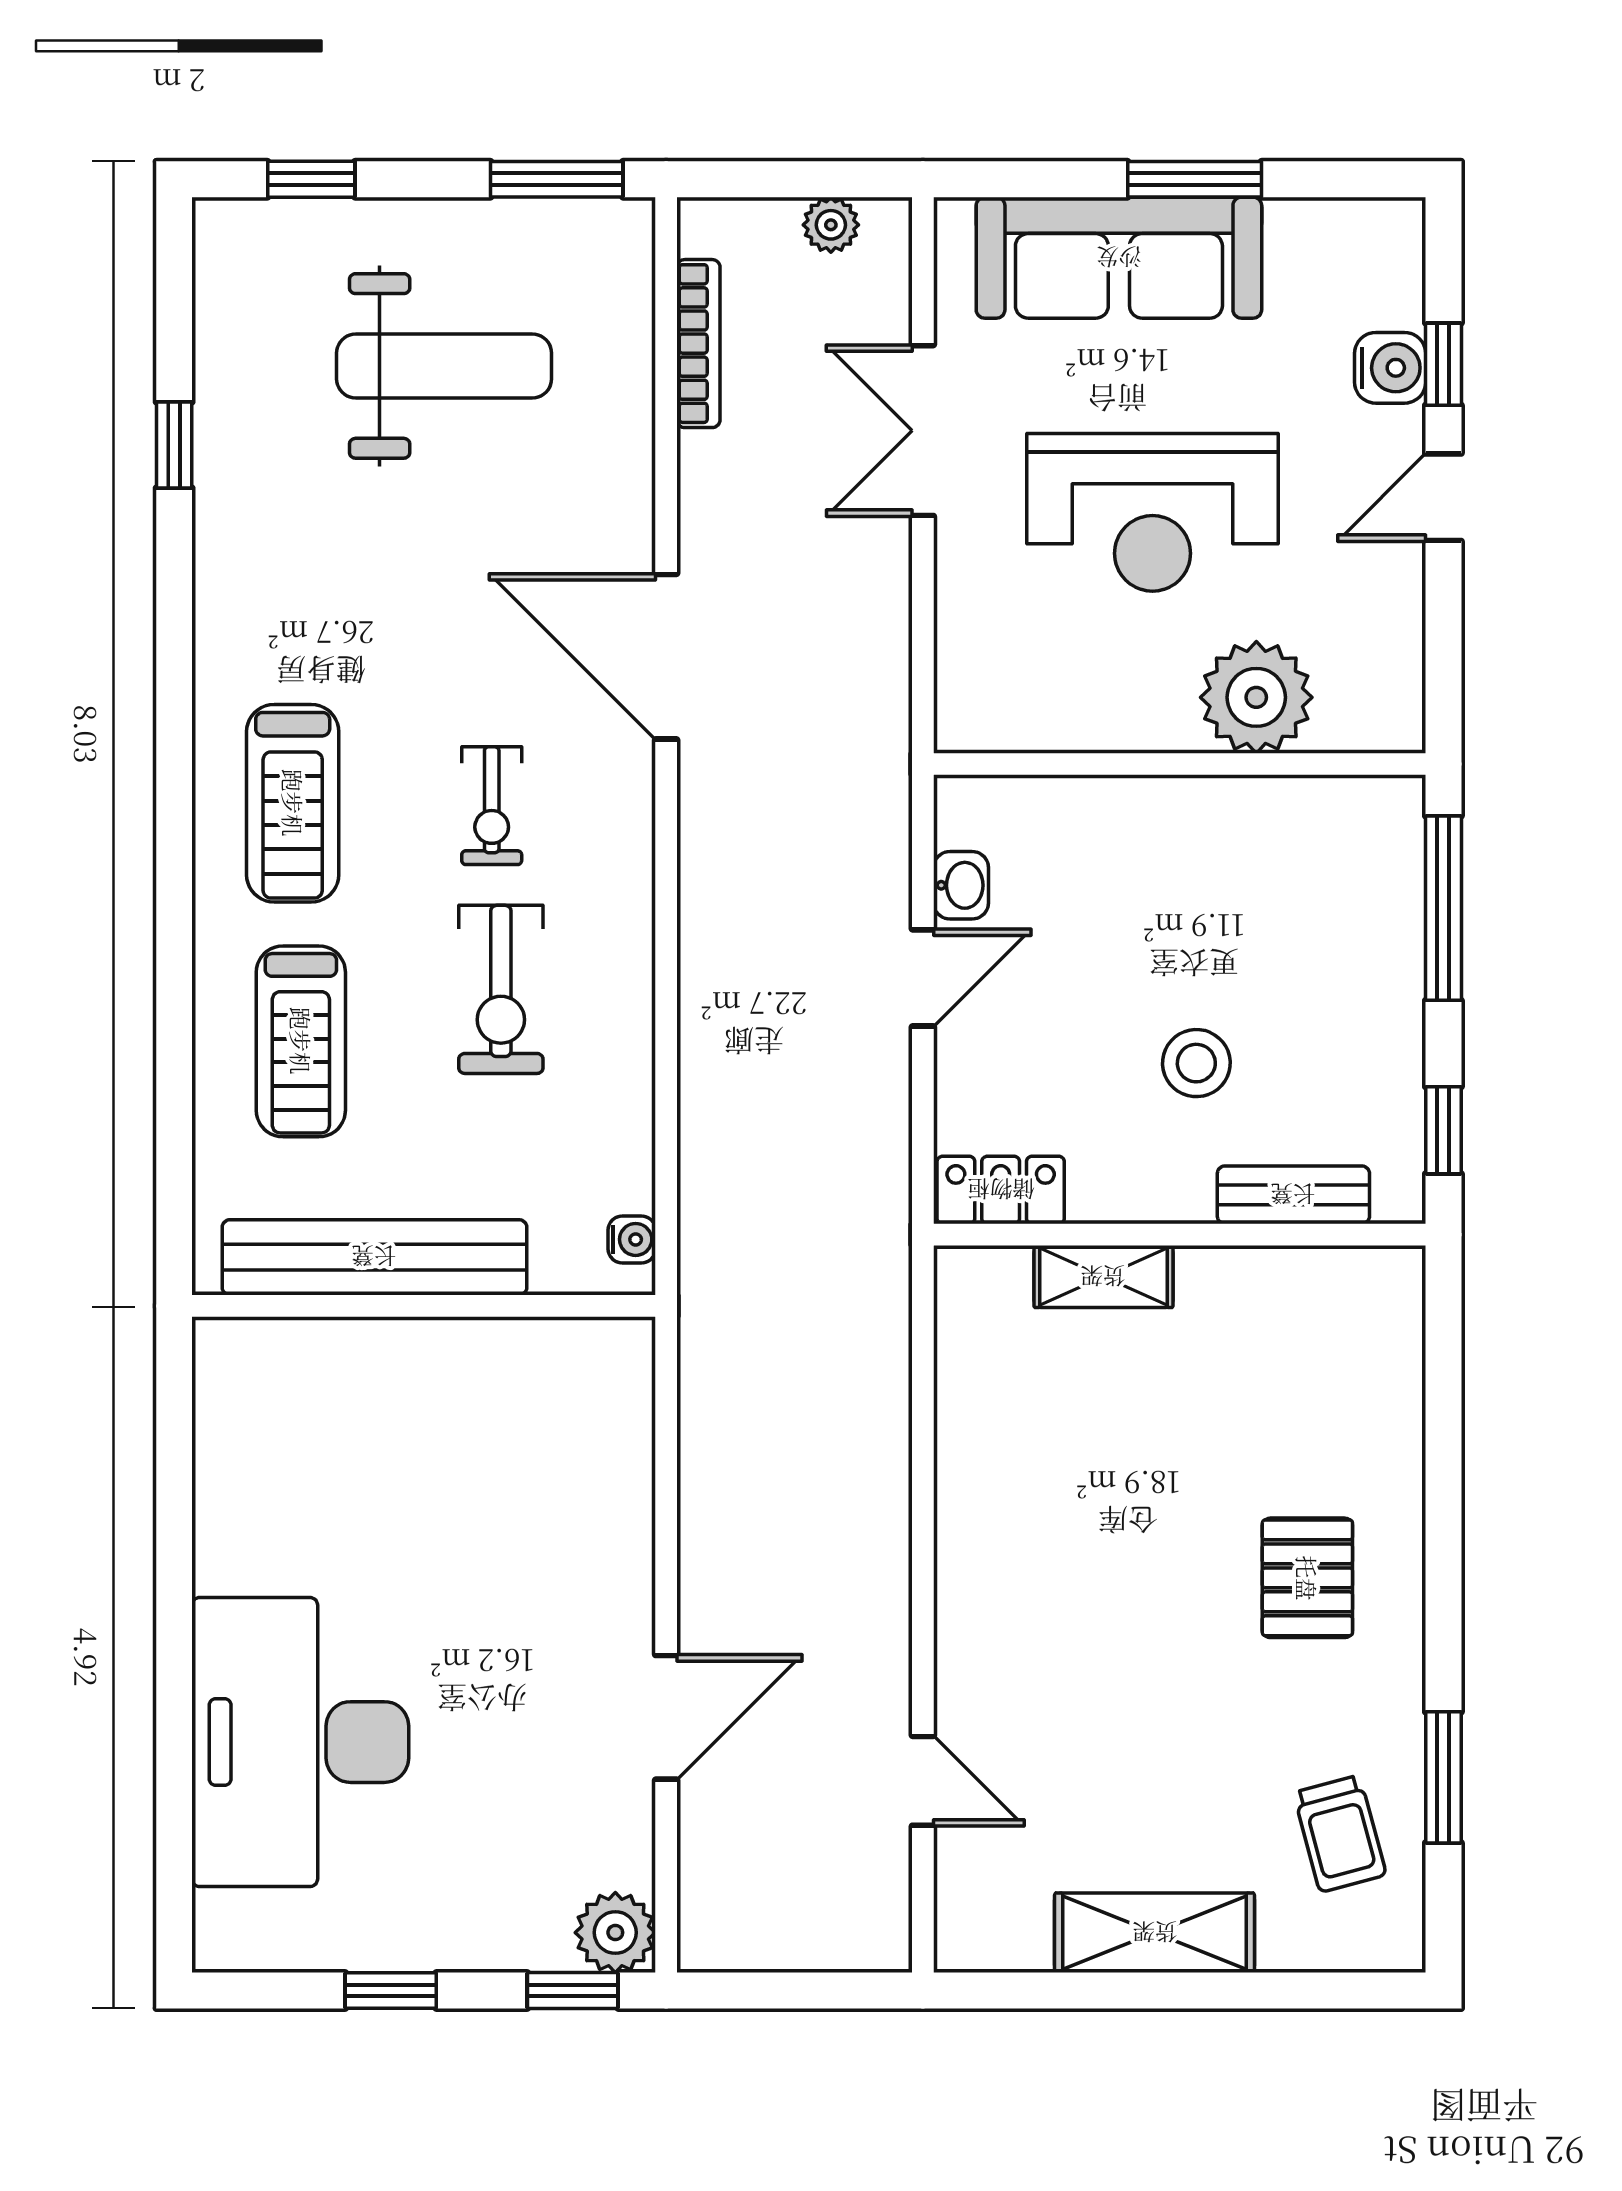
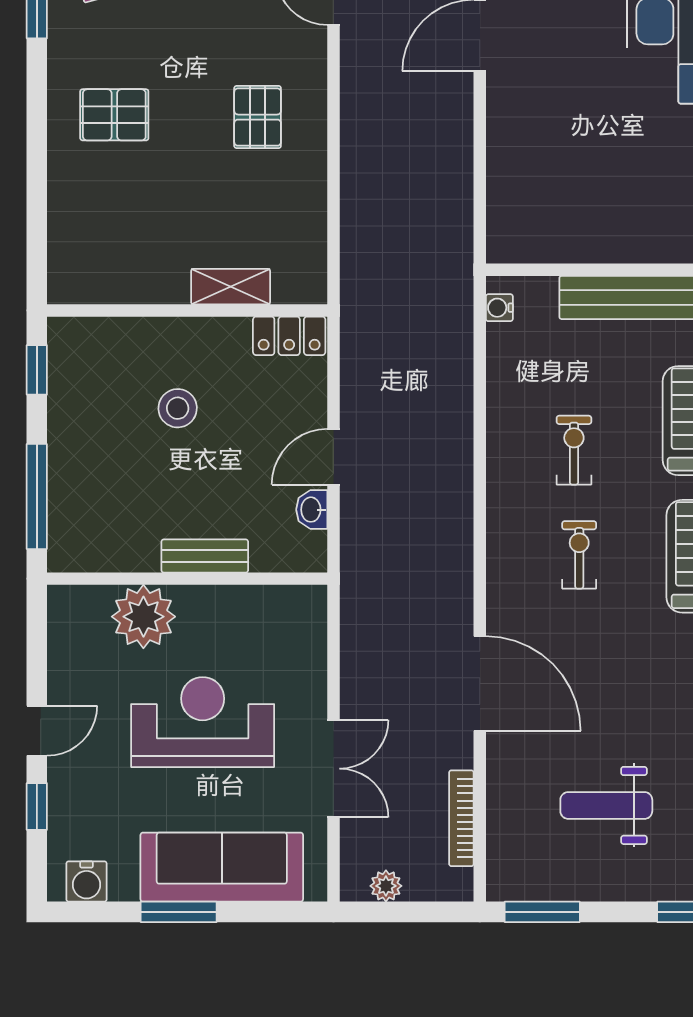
weight bench: (444, 366) -> (606, 805), width x0.73, depth x0.75
water cooler: (1390, 368) -> (86, 881), moved, turned -90
door: (666, 657) -> (480, 684), moved
exercise bike: (501, 989) -> (574, 450), width x0.73, depth x0.72
bench: (1293, 1195) -> (205, 556), moved
pallet: (1056, 1574) -> (258, 117), added
pallet: (1307, 1578) -> (114, 115), turned 90

